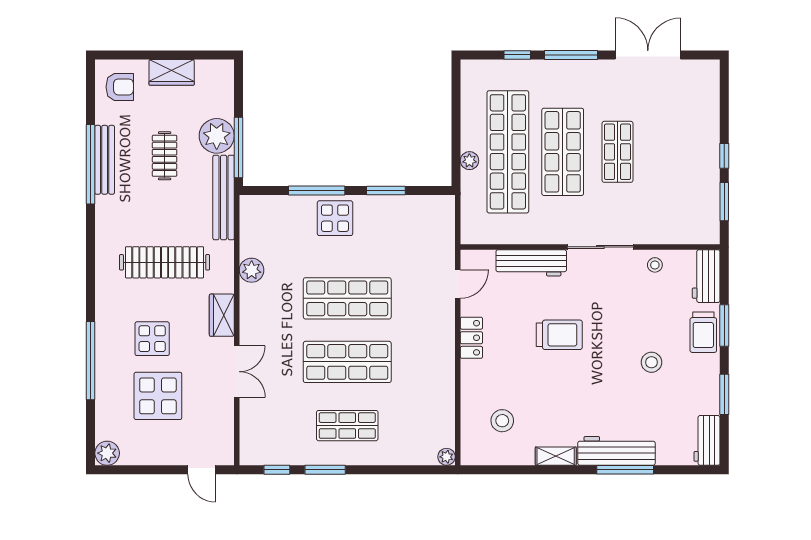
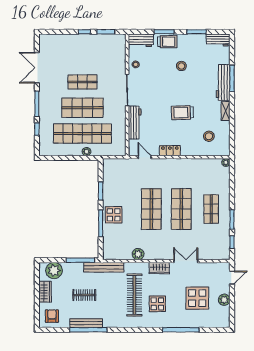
plant: (217, 136) -> (54, 270), moved
trolley: (559, 335) -> (182, 113), moved, turned -92
display table: (152, 339) -> (157, 304), moved
plant: (107, 453) -> (224, 300), moved

